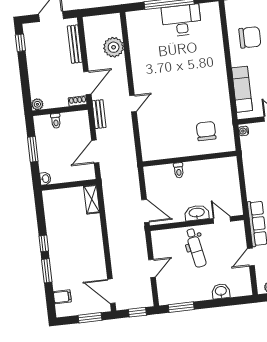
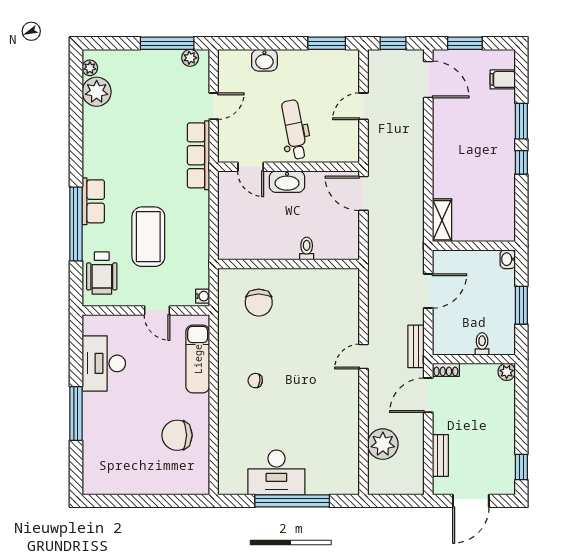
bench: (75, 44) -> (440, 455), width x0.73
chair: (202, 79) -> (255, 381), added

